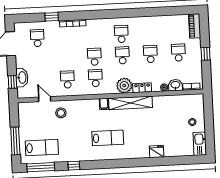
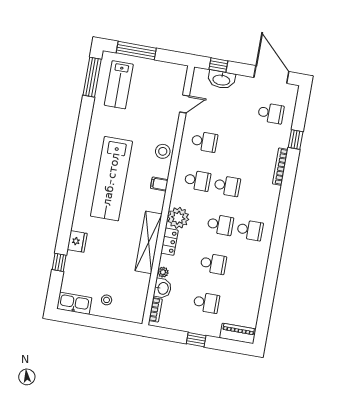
shelving: (131, 103) -> (148, 242), moved
stool: (61, 113) -> (163, 151), moved
lab bench: (108, 138) -> (111, 179), width x1.86, depth x1.39
window: (74, 166) -> (59, 262), moved

